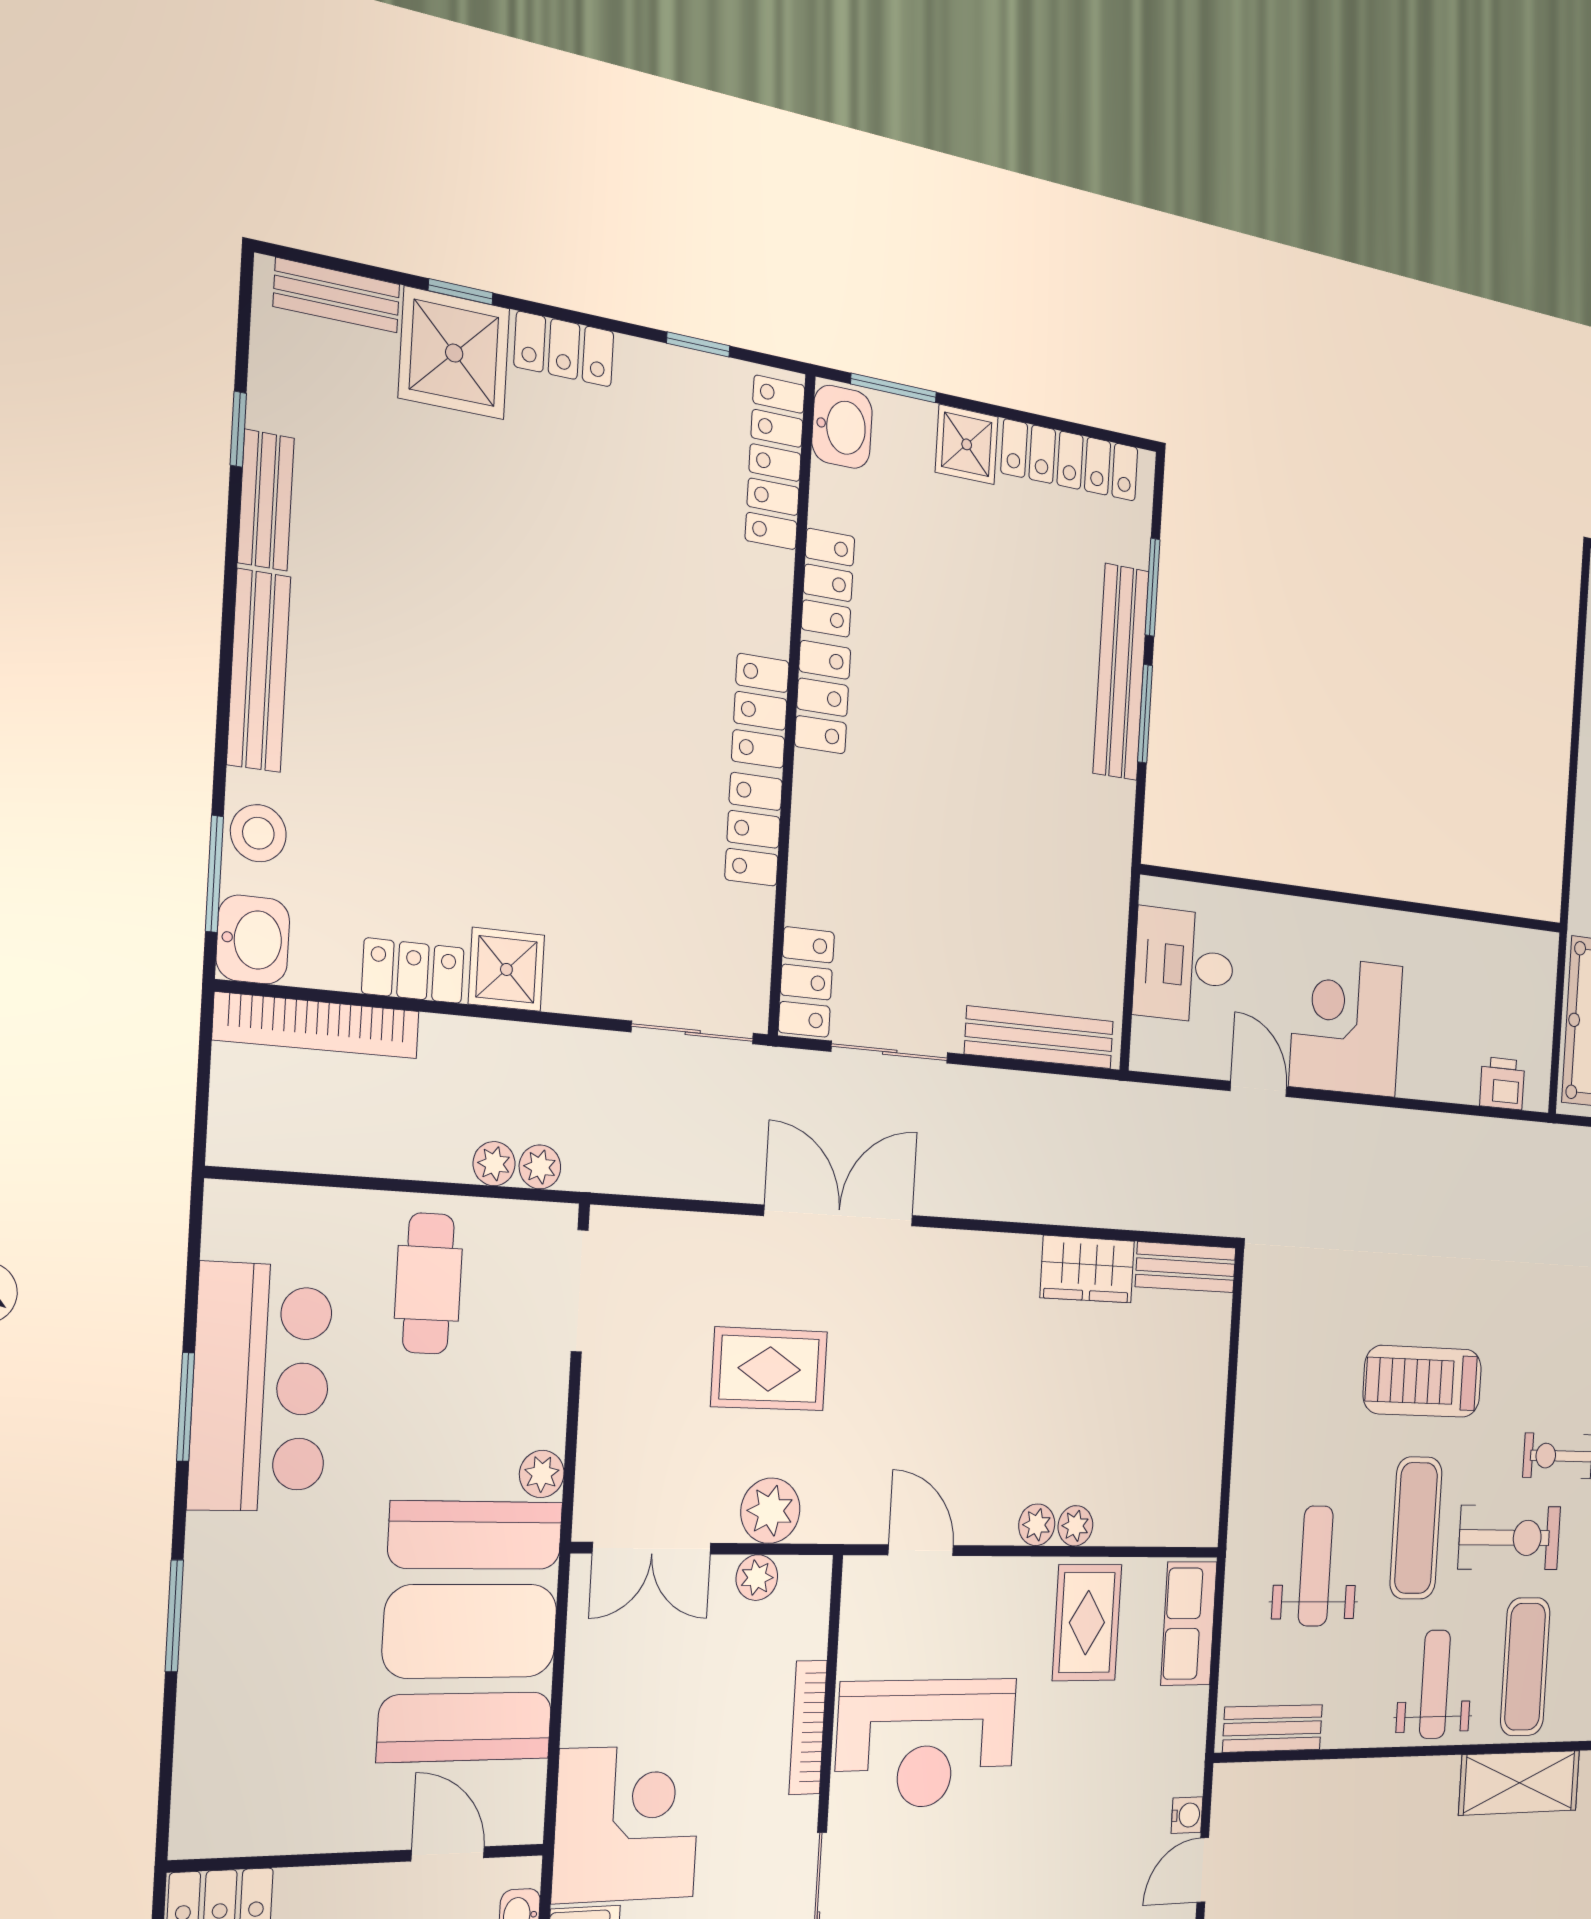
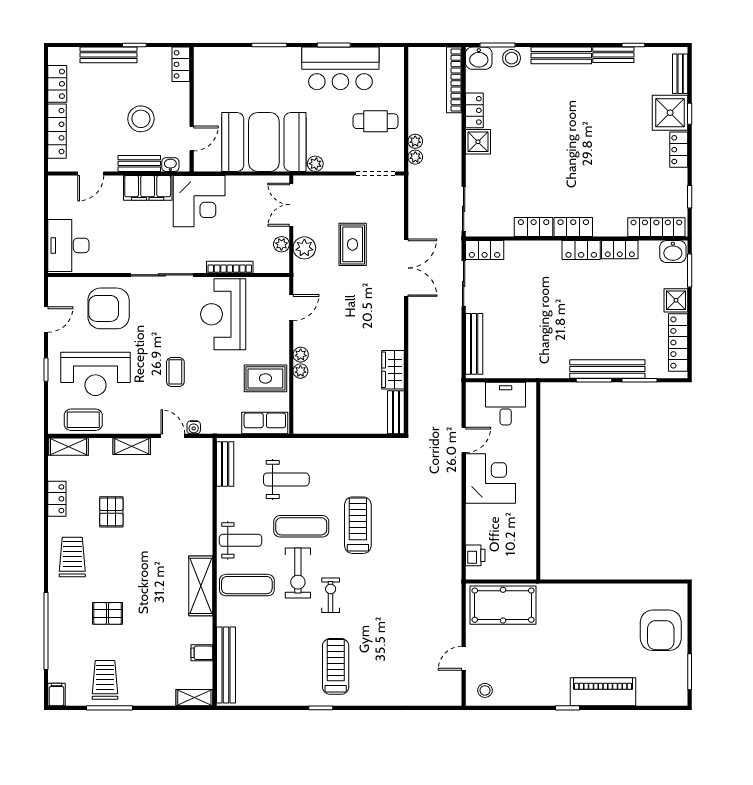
coffee table: (1057, 1871) -> (175, 372), added

